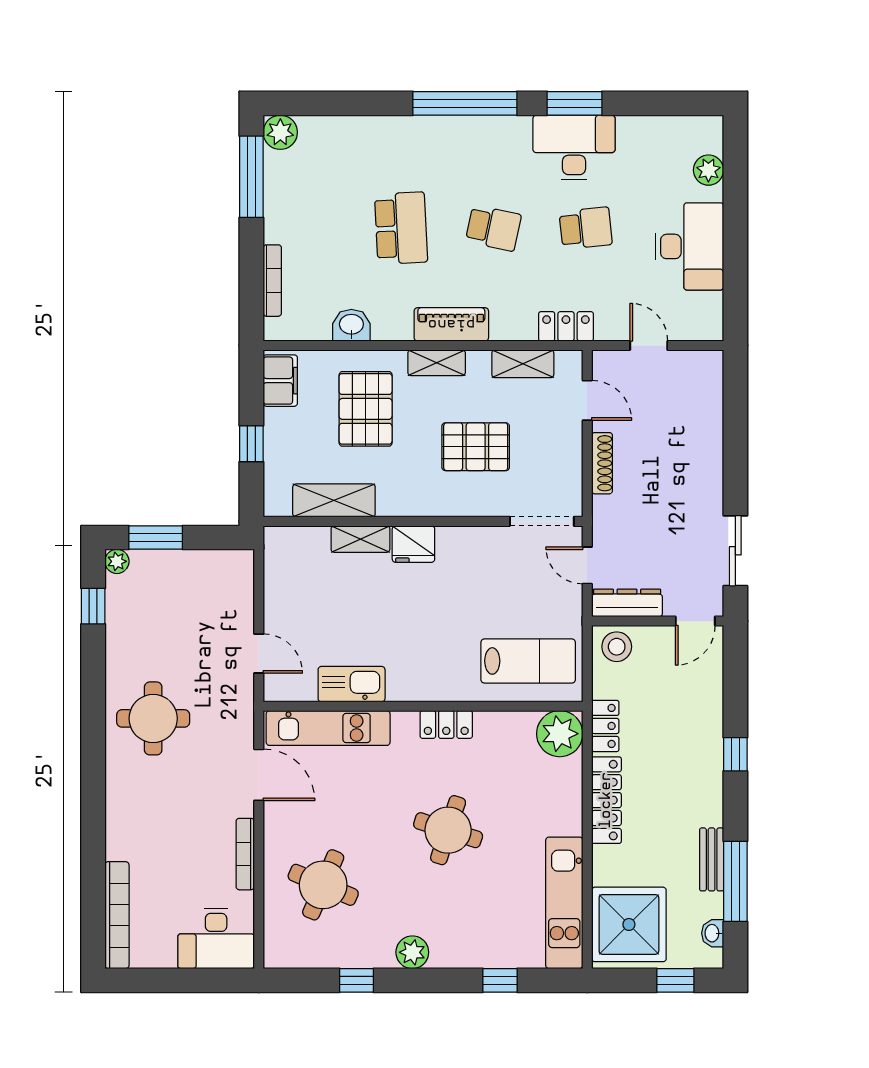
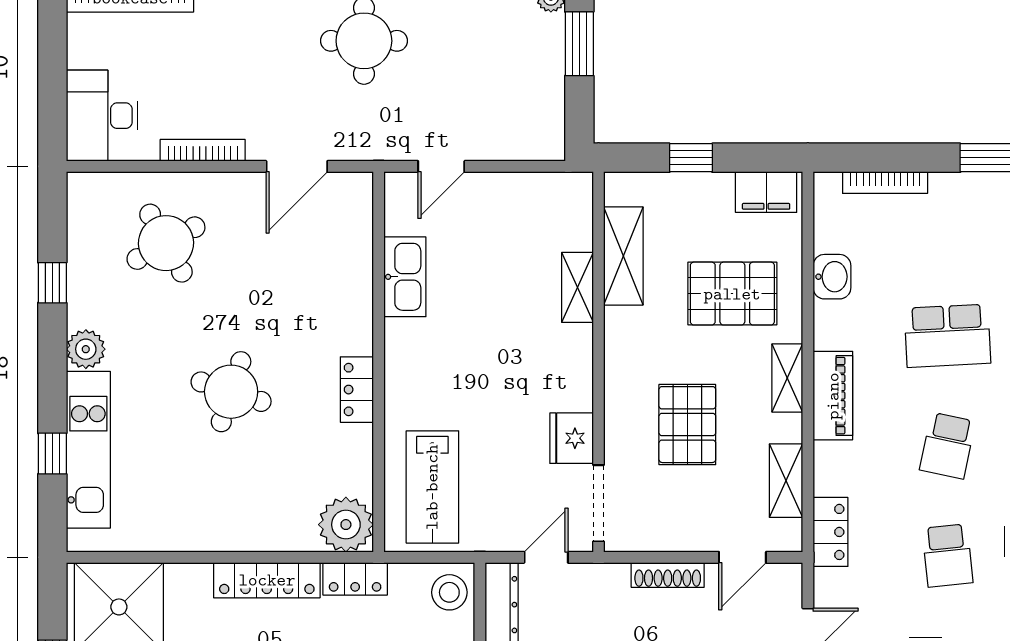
fridge: (413, 544) -> (572, 438), moved
kitchen unit: (328, 728) -> (353, 249), removed
round table: (323, 885) -> (166, 243), turned 38
kitchen unit: (564, 903) -> (88, 450), moved, turned 90

